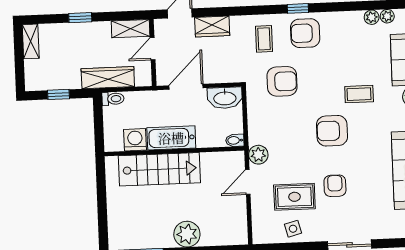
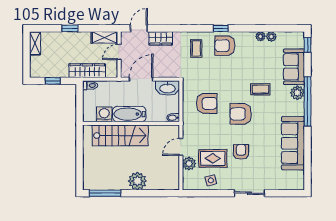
plant: (387, 16) -> (260, 36), moved
armchair: (282, 81) -> (207, 103), moved
plant: (258, 155) -> (189, 163), moved

